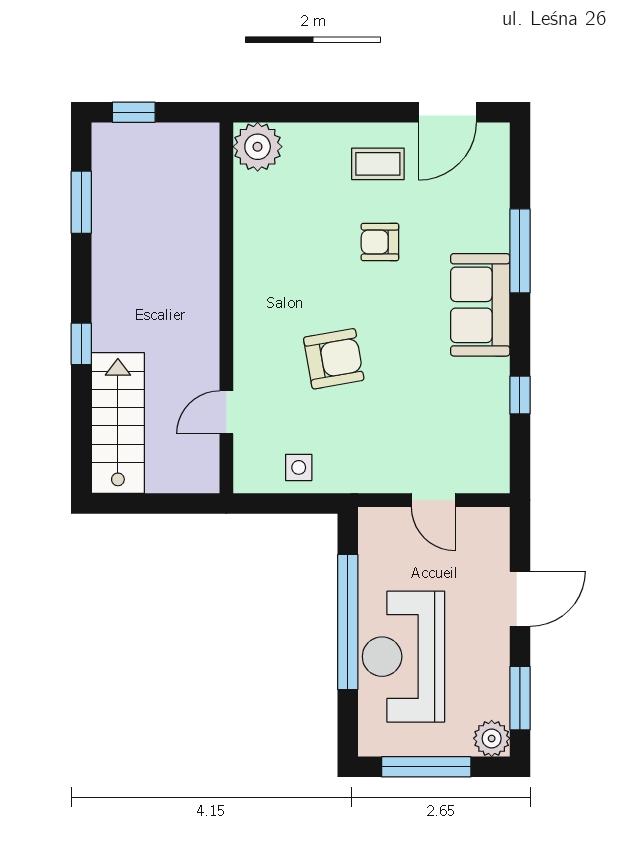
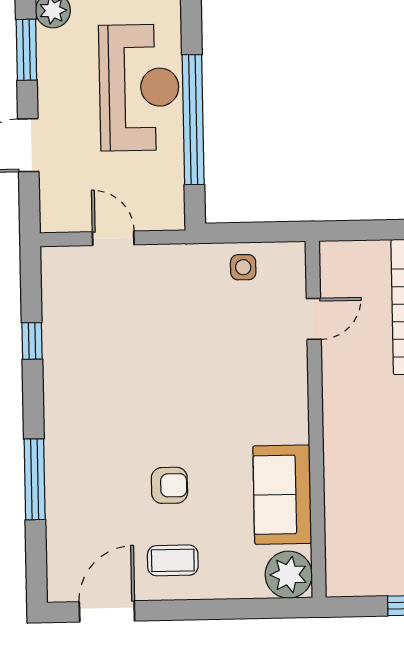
sofa: (480, 305) -> (282, 495), moved, turned 180
armchair: (334, 359) -> (212, 372), removed

